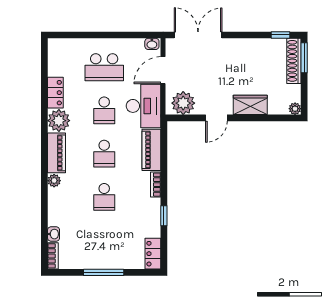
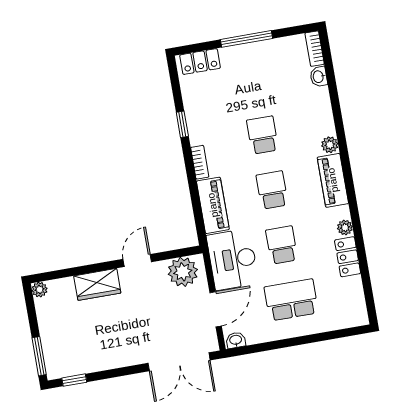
shoe rack: (294, 61) -> (51, 350), removed
plant: (59, 121) -> (345, 228), width x0.53, depth x0.53
locker: (153, 254) -> (200, 62), moved, turned 90

